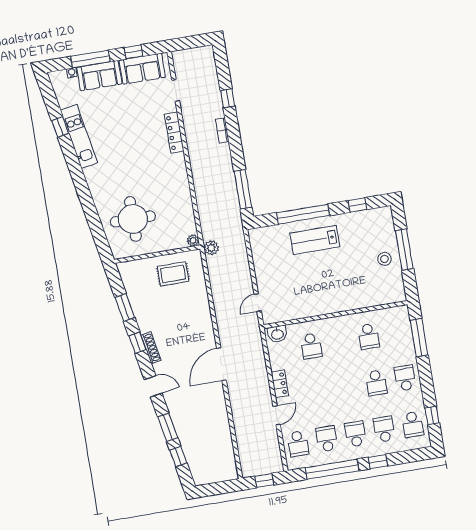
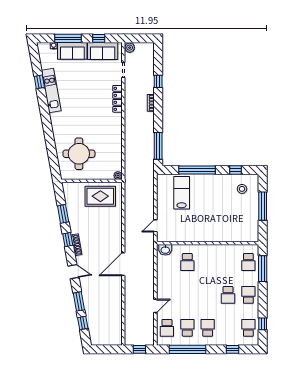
lab bench: (315, 240) -> (182, 193), moved, turned 90
plant: (211, 248) -> (130, 48), moved
stool: (384, 259) -> (242, 189), moved
rug: (173, 274) -> (100, 196), width x1.36, depth x1.43
school desk: (369, 336) -> (248, 262), moved
locker: (280, 384) -> (161, 284), removed
school desk: (413, 424) -> (248, 328), turned 180
school desk: (384, 429) -> (228, 328), removed
window: (378, 462) -> (232, 349), moved

